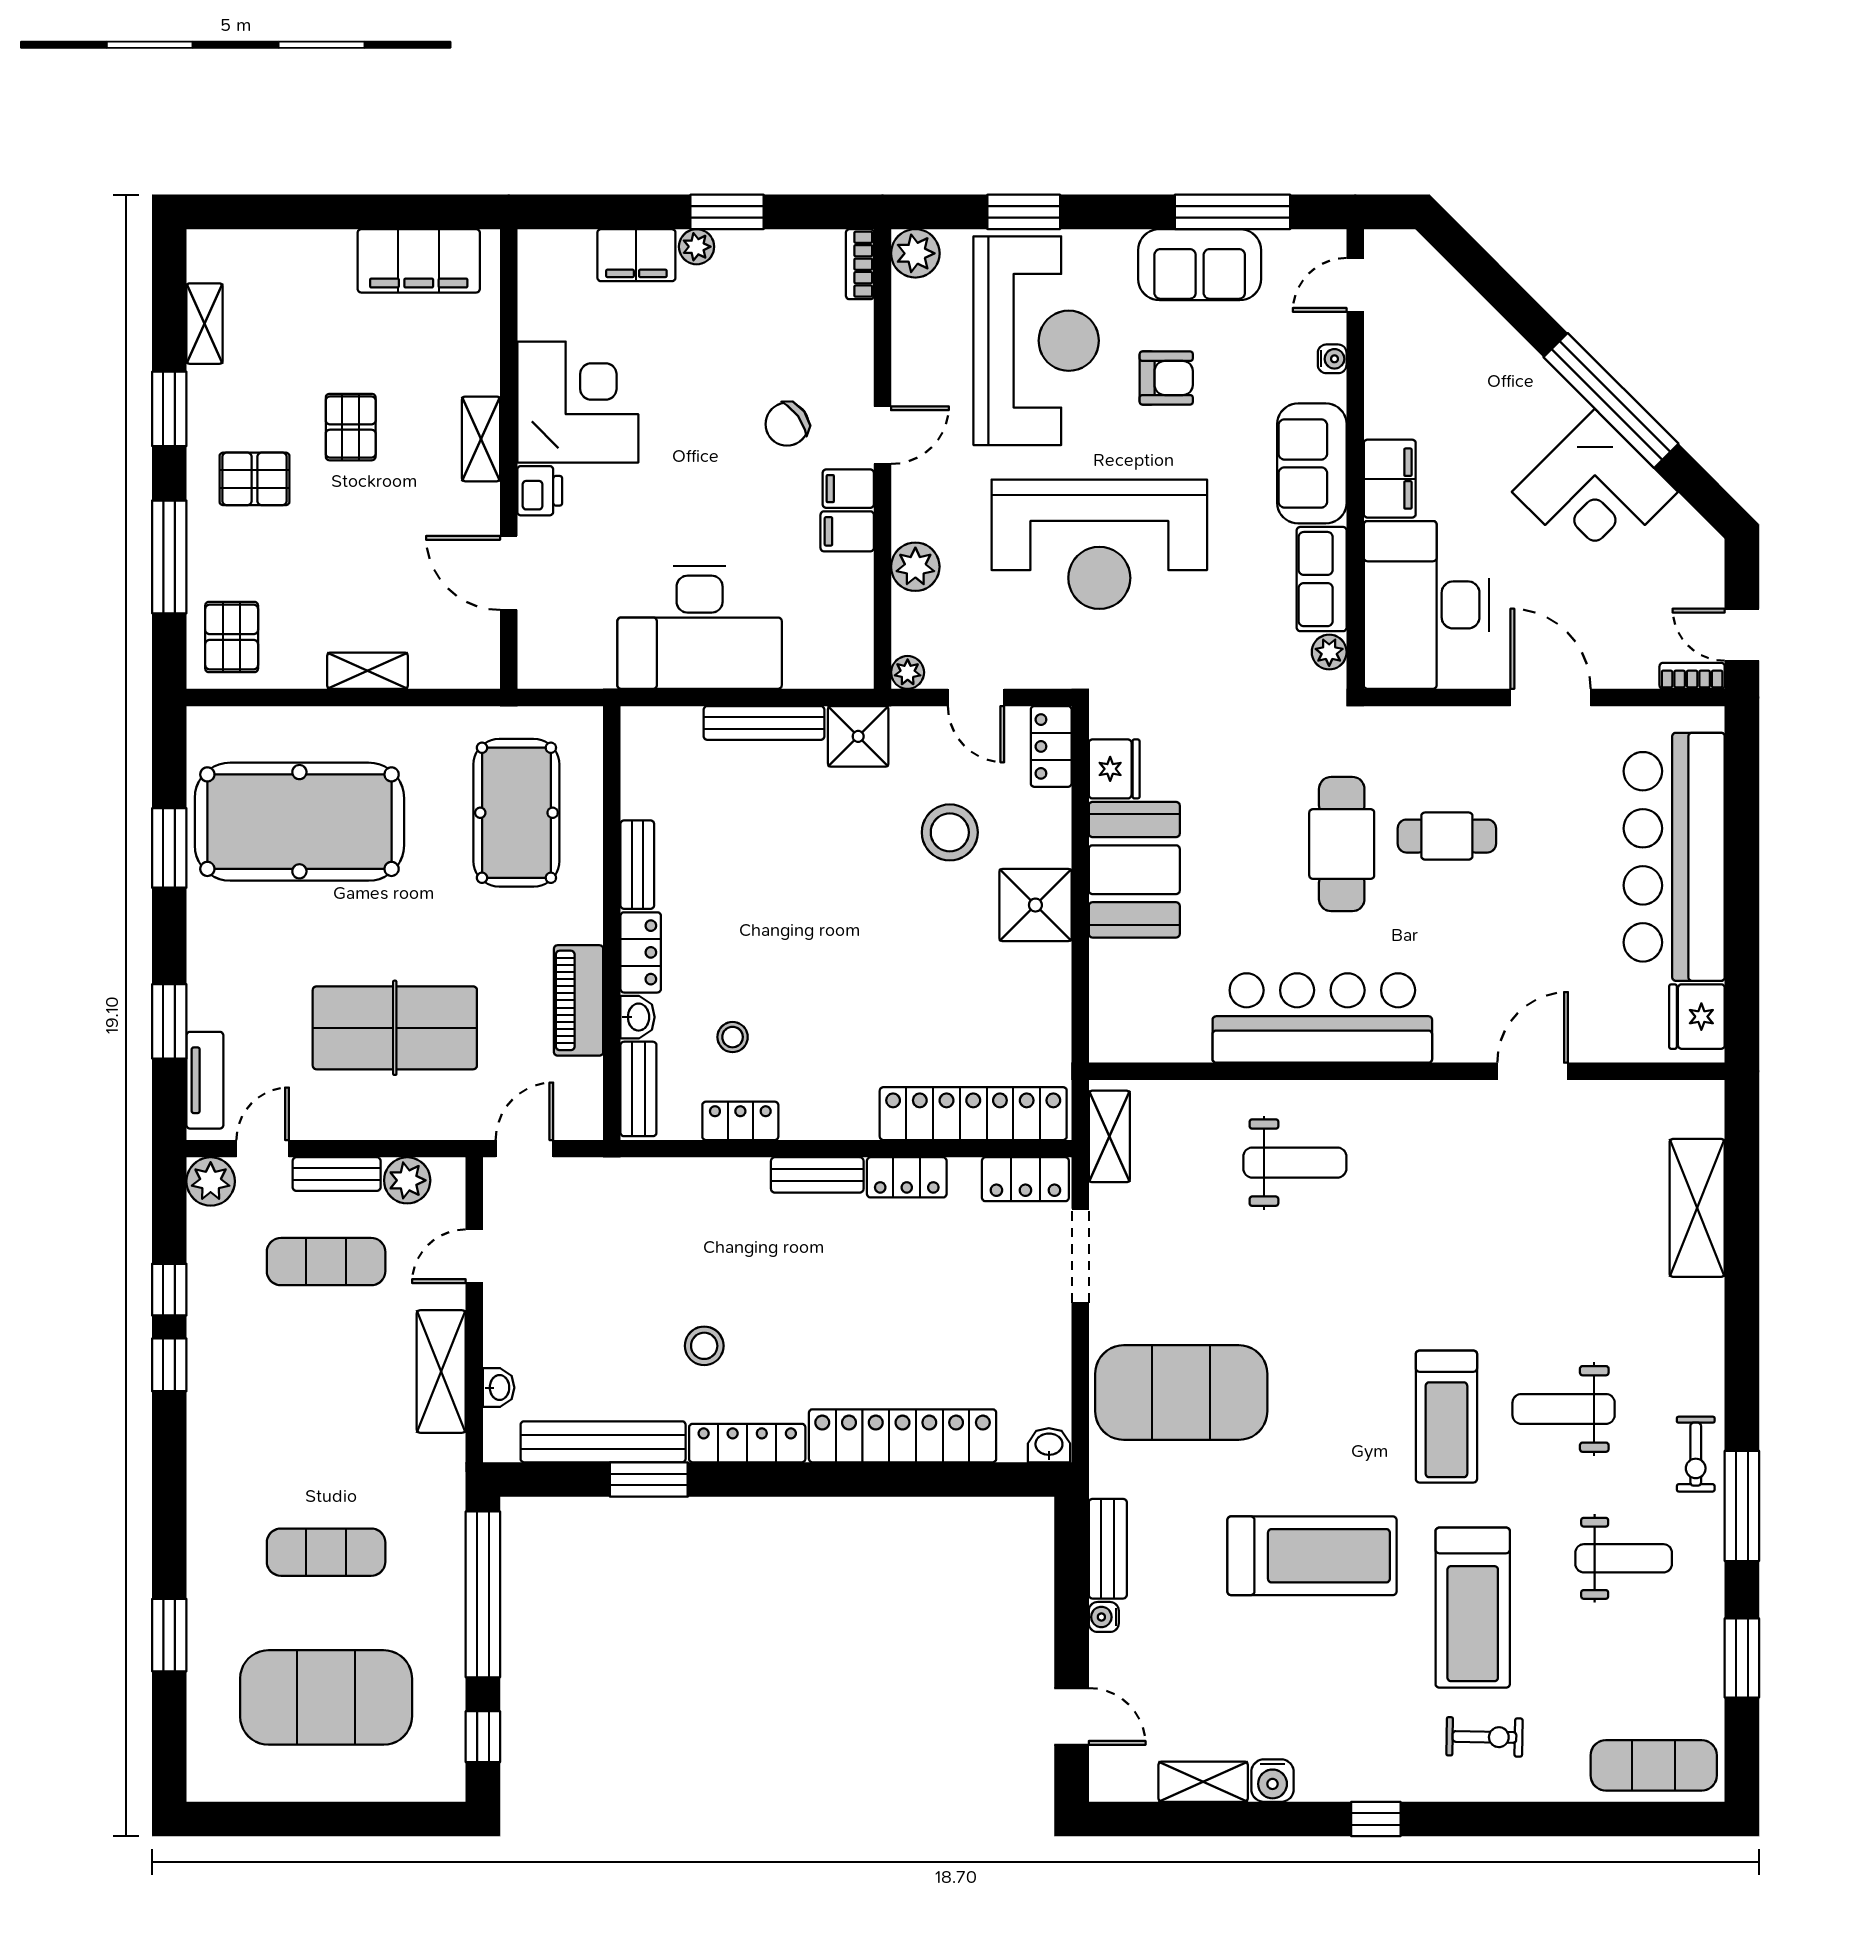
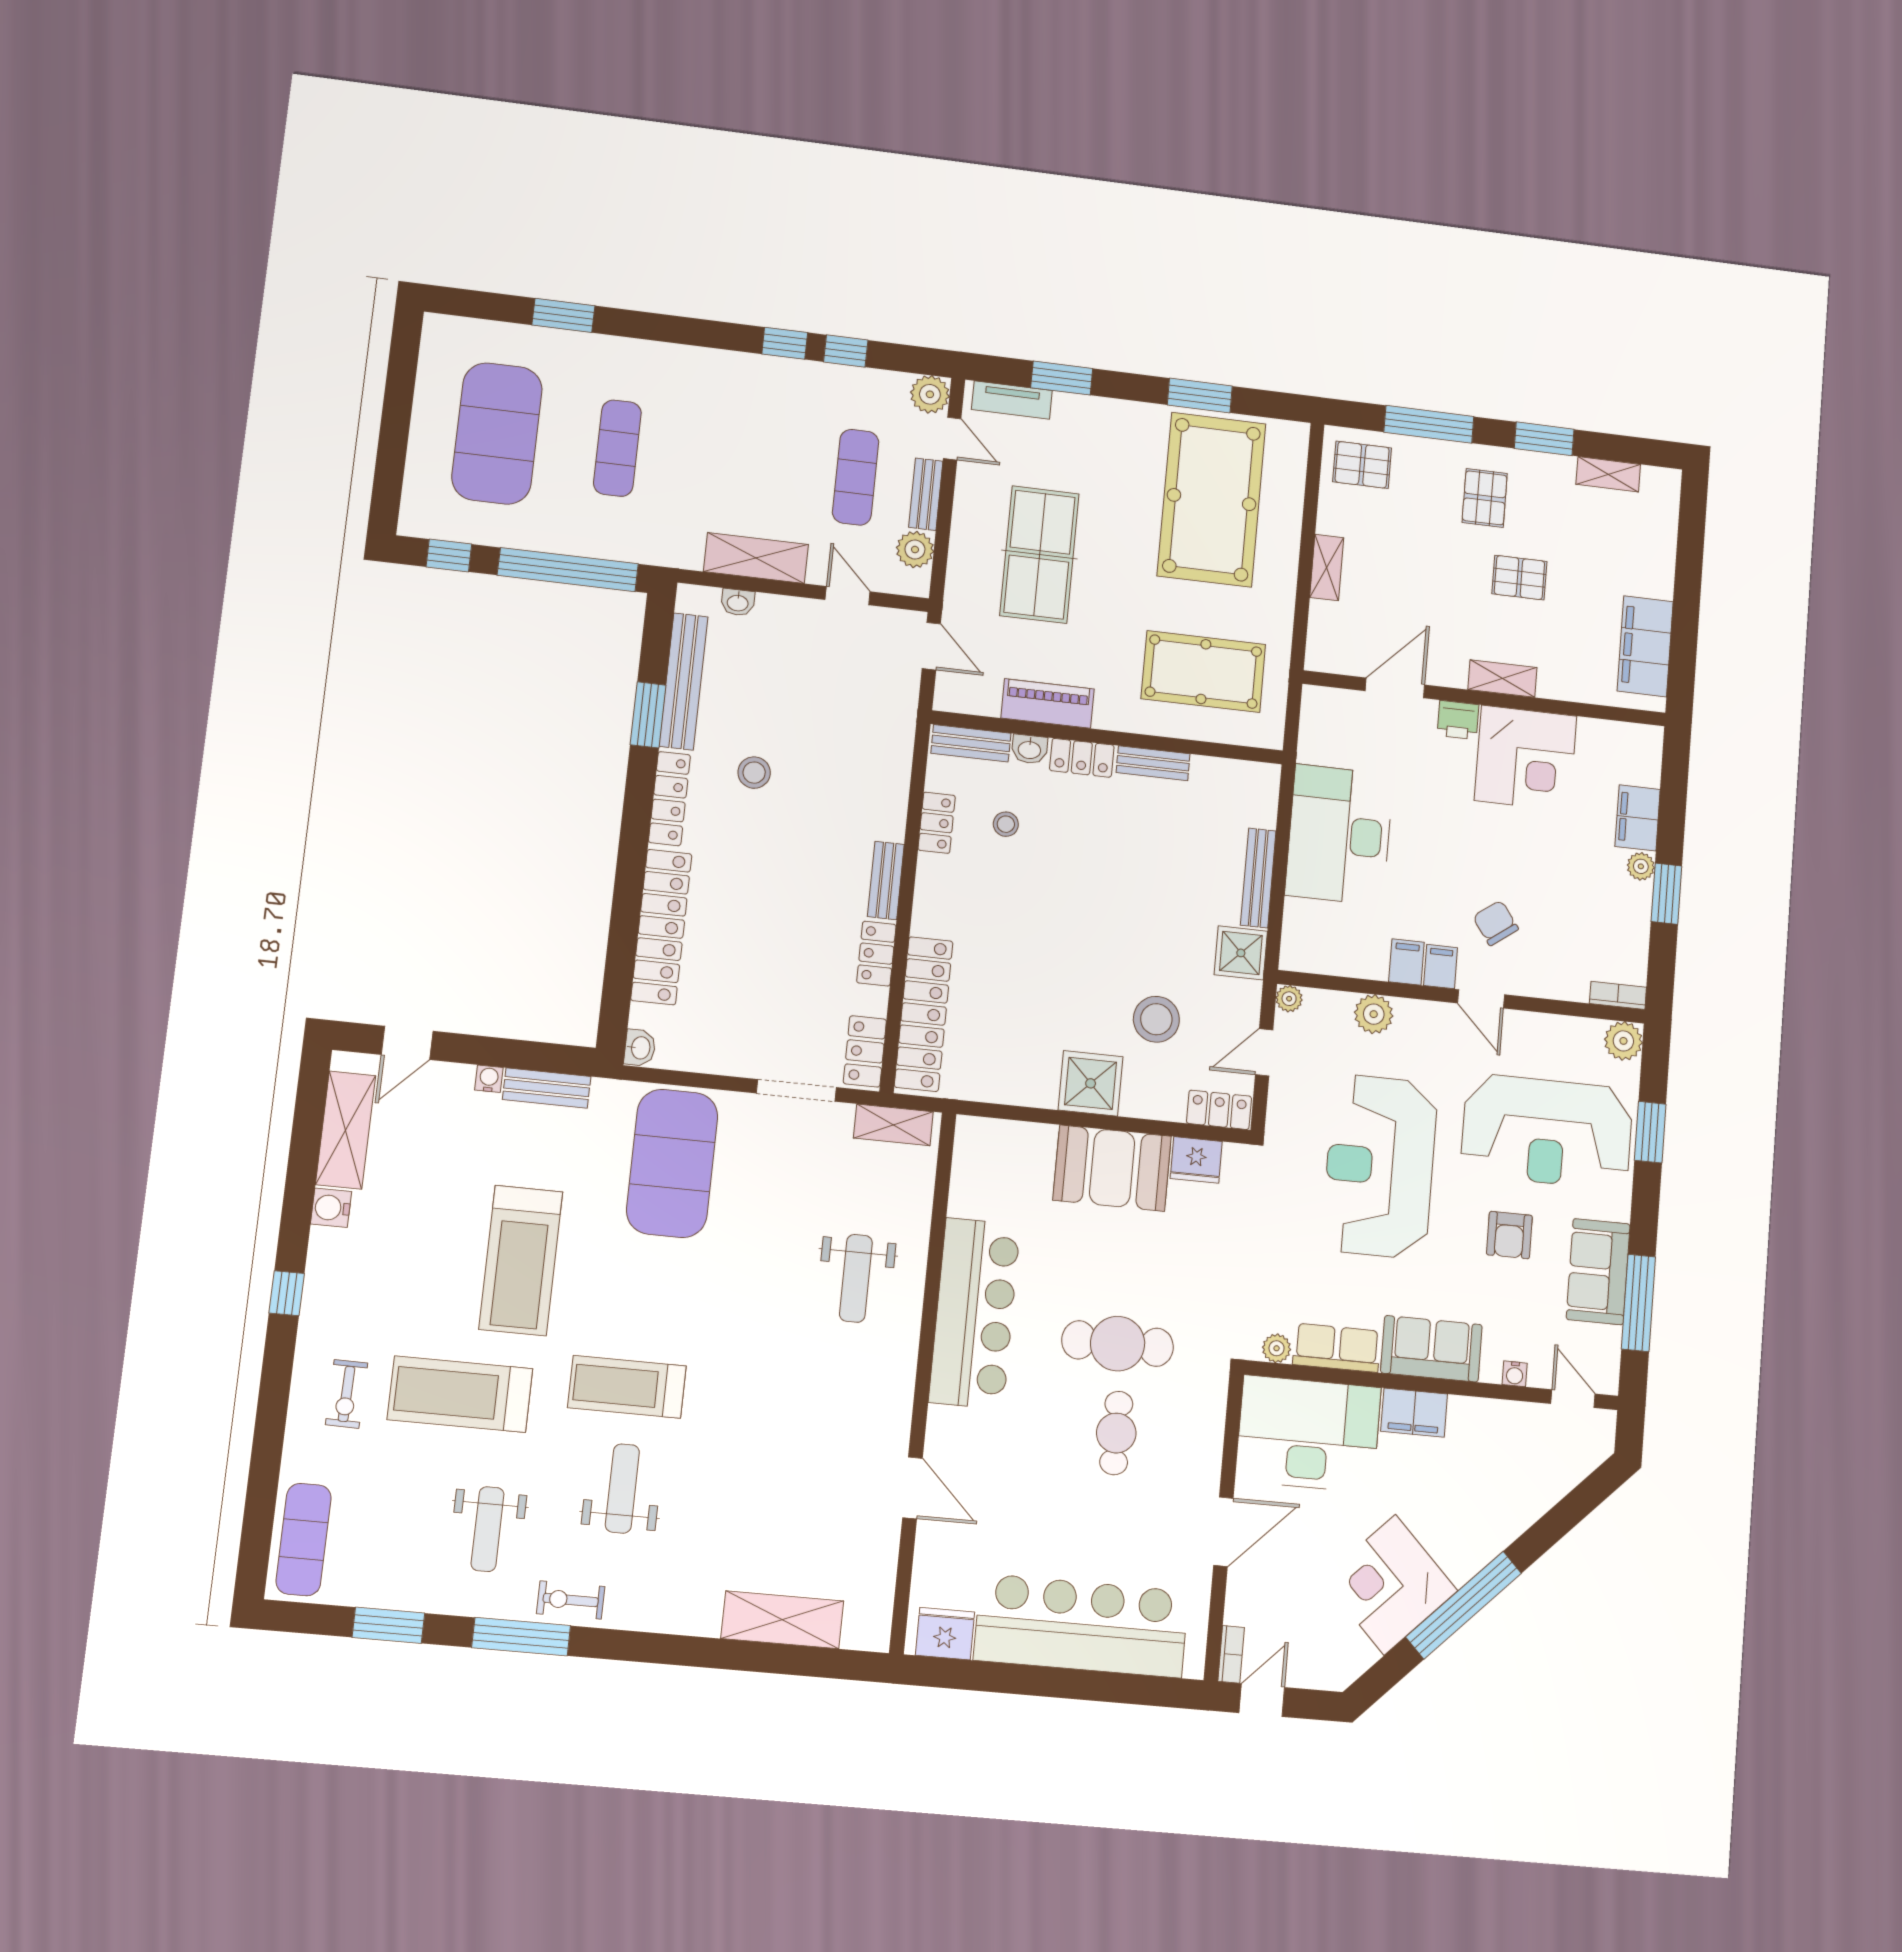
shelving: (1203, 1782) -> (346, 1130), width x1.50, depth x1.33

